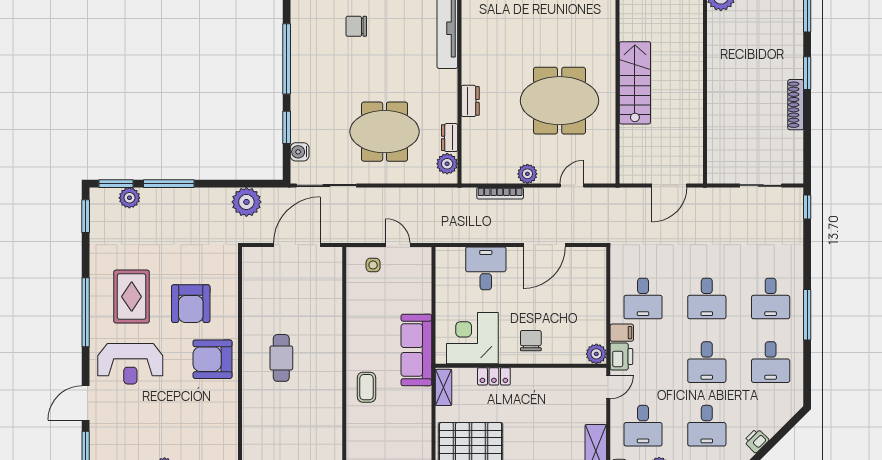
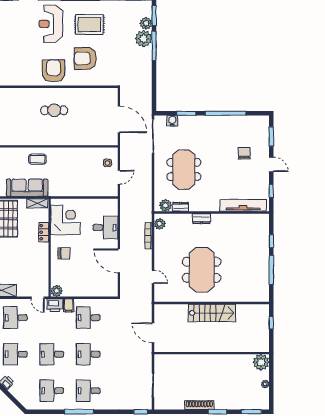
plant: (527, 174) -> (160, 224), moved
plant: (246, 202) -> (144, 39), moved
sofa: (416, 350) -> (27, 188), moved

